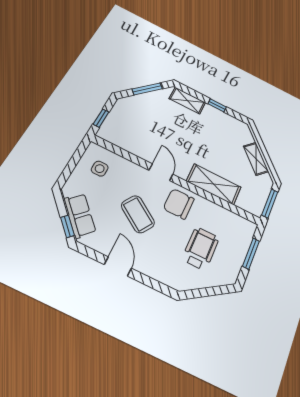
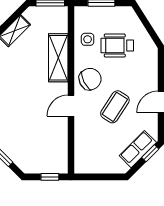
side table: (100, 169) -> (88, 39), moved
chair: (179, 204) -> (90, 79), turned -117

